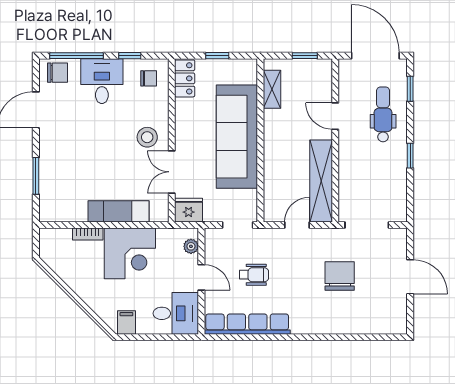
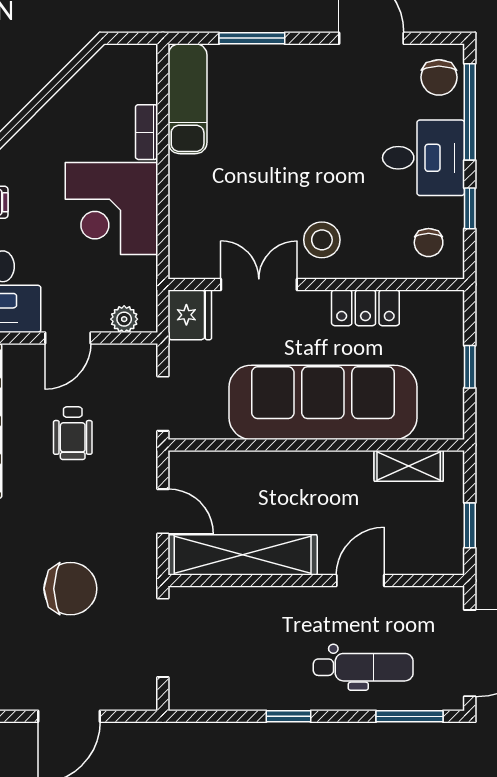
locker: (185, 78) -> (365, 308), moved
window: (410, 89) -> (410, 716), width x1.50
exam couch: (118, 211) -> (188, 99), moved

